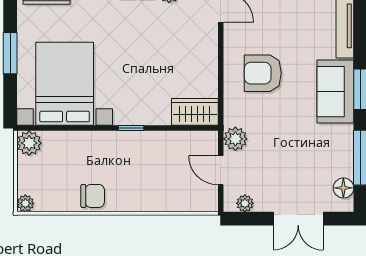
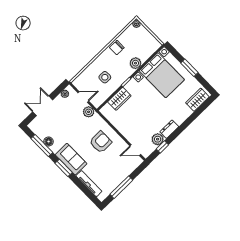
wardrobe: (195, 112) -> (119, 99), moved
plant: (29, 143) -> (135, 63), moved
side table: (157, 168) -> (105, 77), added
floor lamp: (343, 188) -> (49, 141), moved

